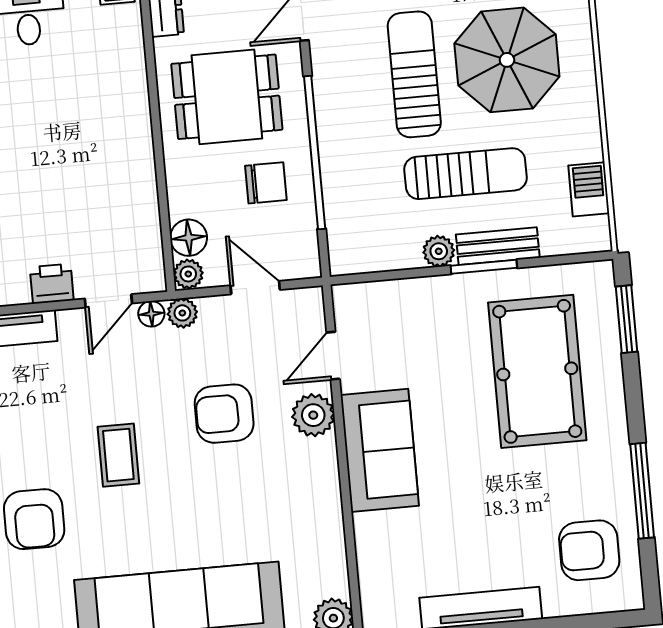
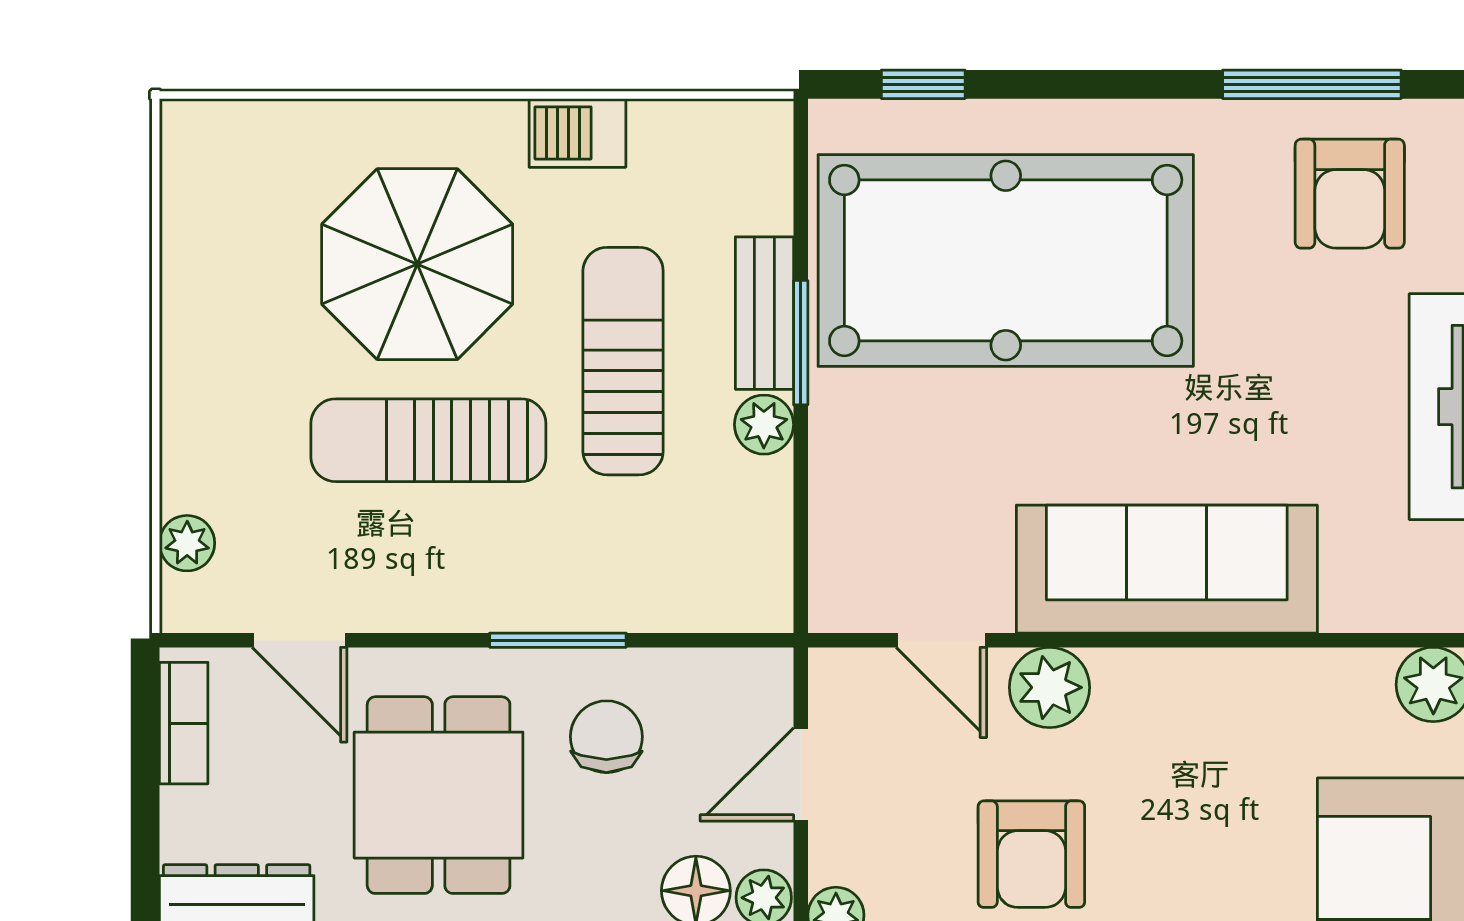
window: (315, 153) -> (558, 640), width x0.47
barbecue: (589, 189) -> (577, 133), moved
window: (627, 319) -> (923, 84), width x0.67
pool table: (537, 371) -> (1006, 260), width x1.36, depth x1.32
sofa: (380, 450) -> (1167, 569), width x1.36
window: (642, 491) -> (1312, 84), moved

